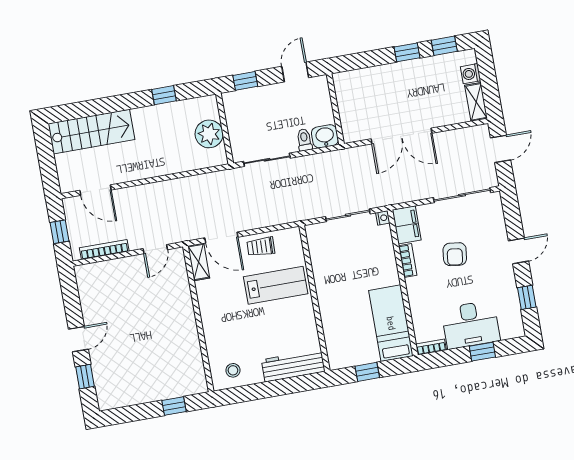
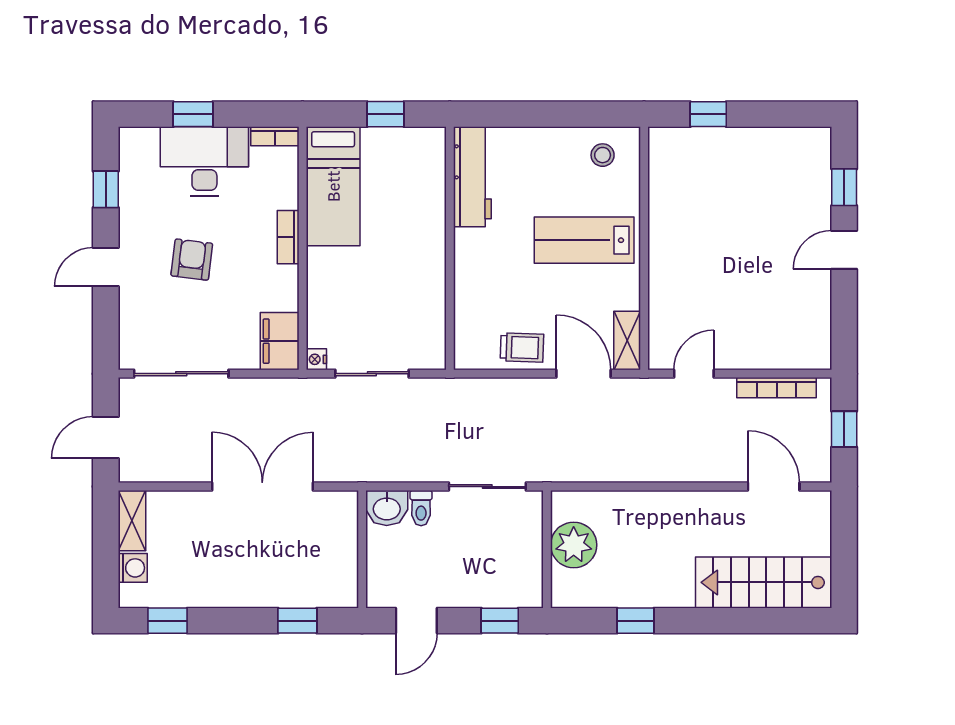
window: (407, 52) -> (297, 621), moved
armchair: (455, 254) -> (192, 260), moved
bookcase: (408, 261) -> (288, 237), moved
lab bench: (276, 285) -> (584, 240), moved
workbench: (293, 366) -> (472, 177), moved, turned -90

